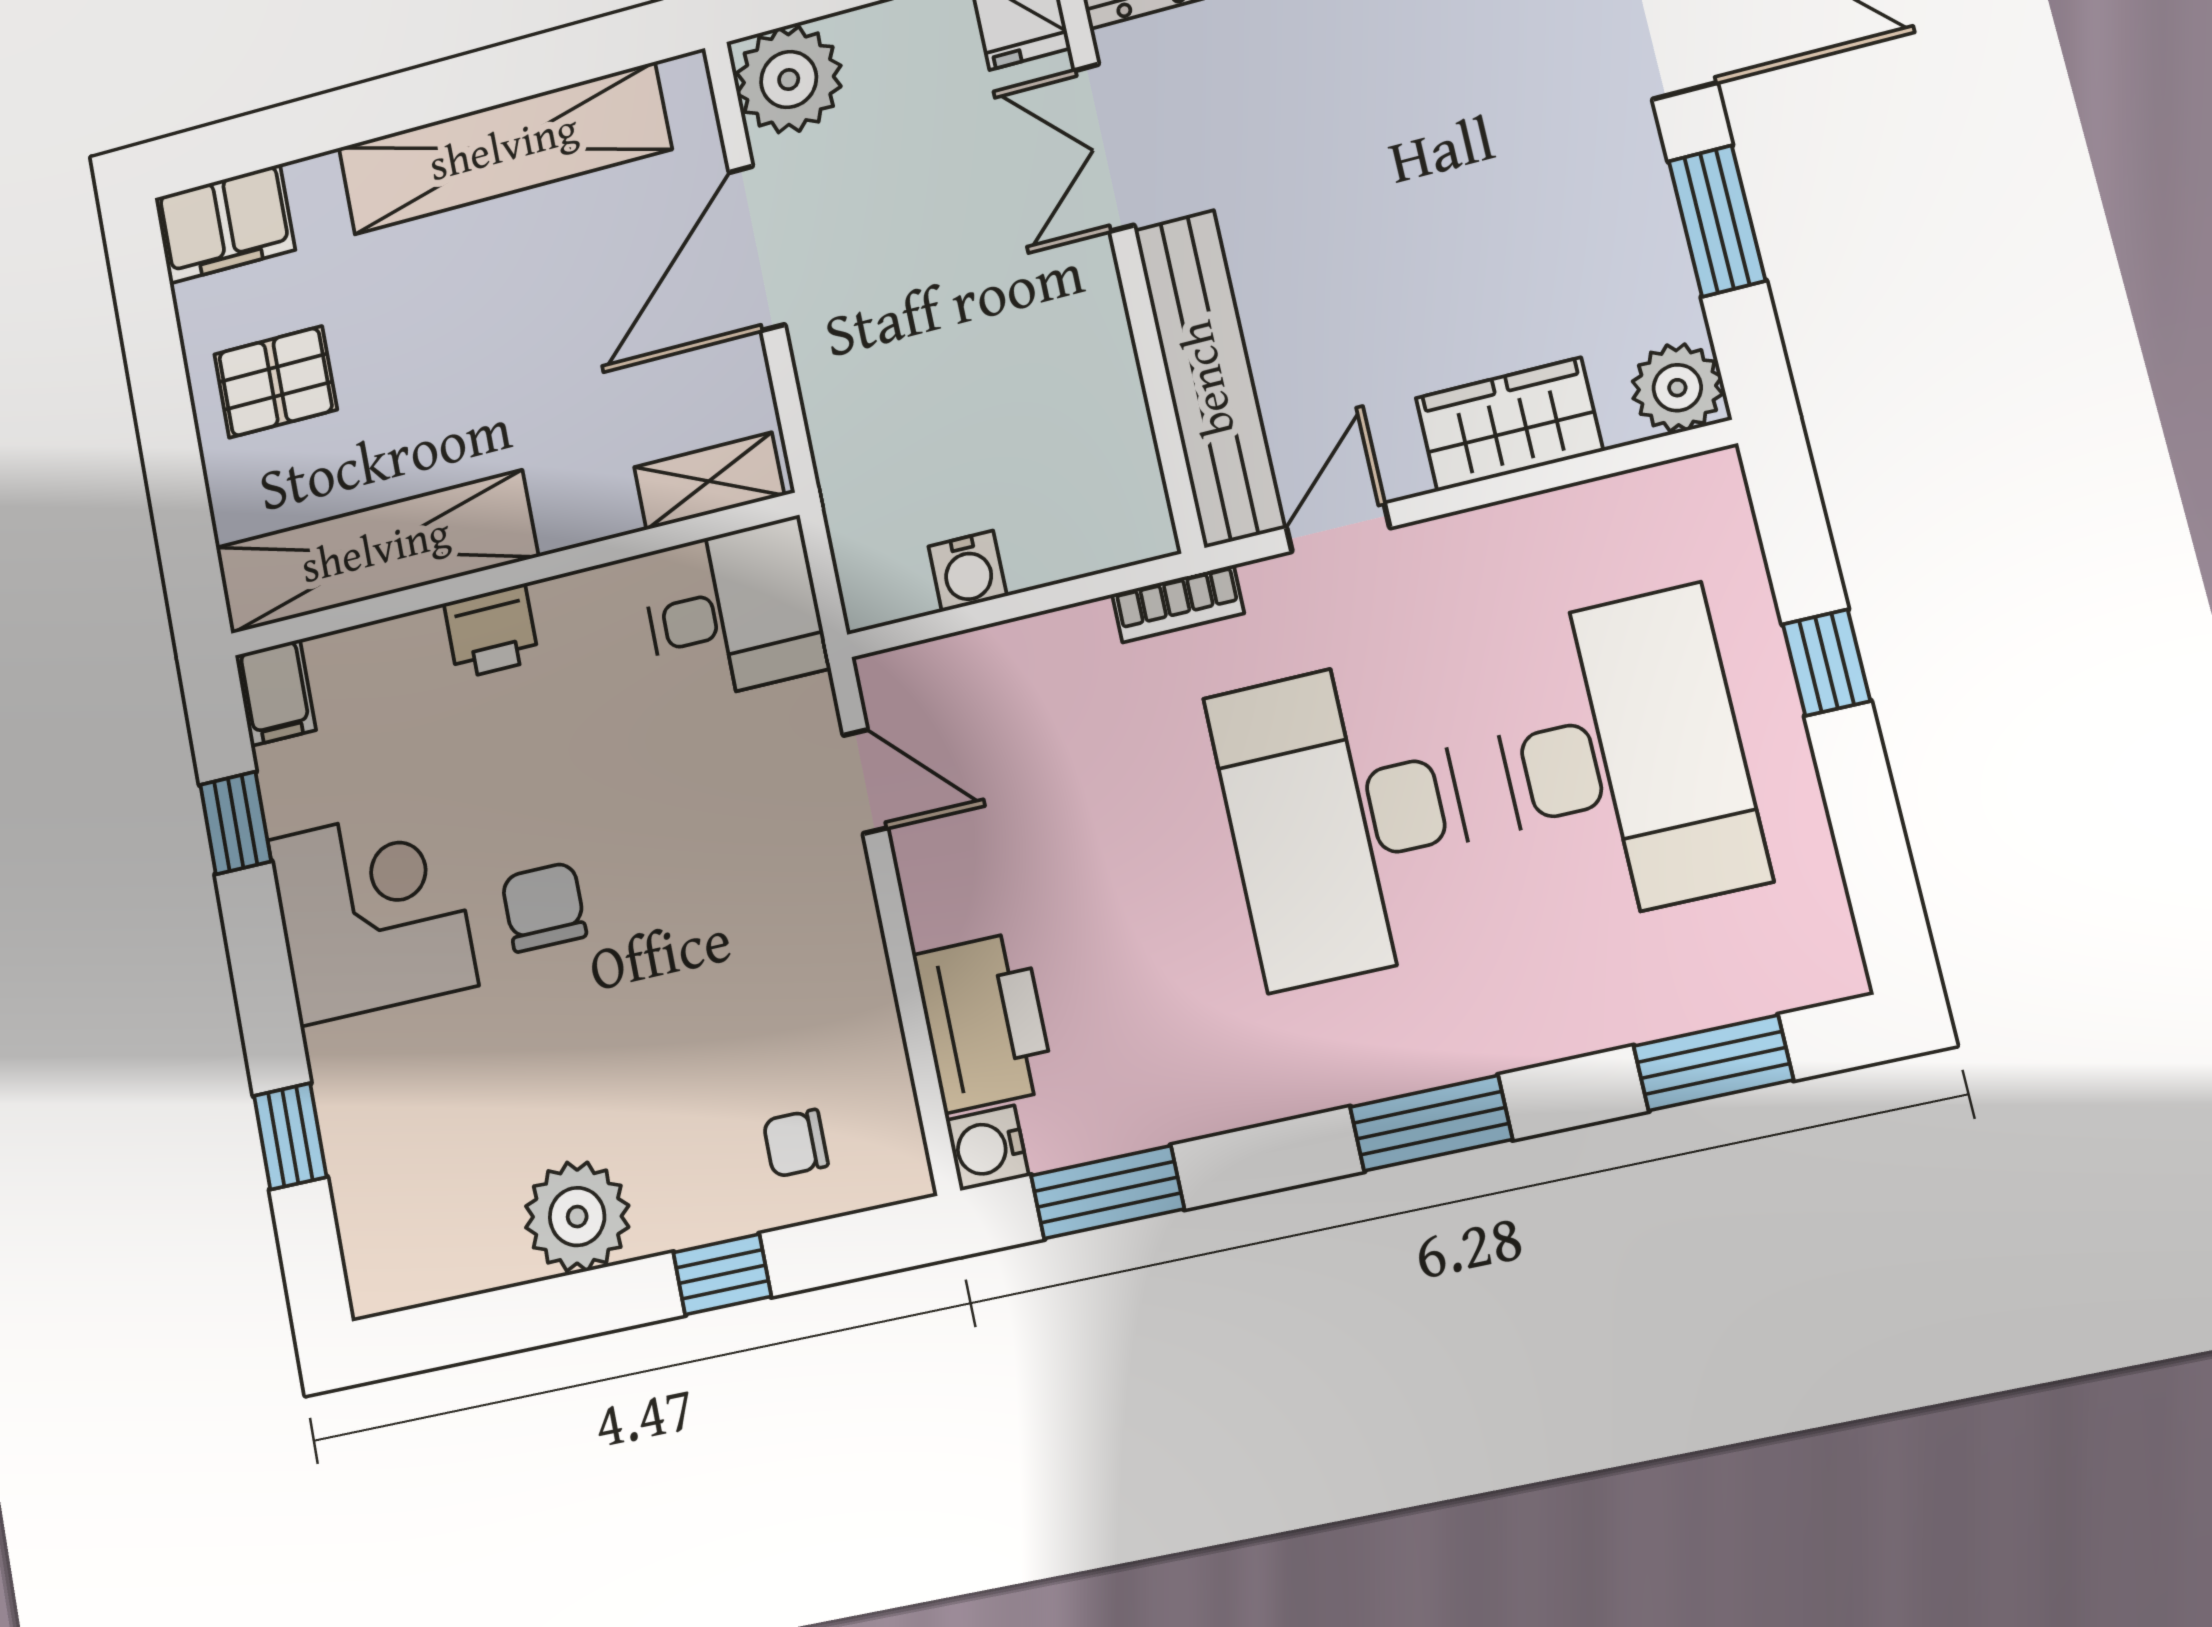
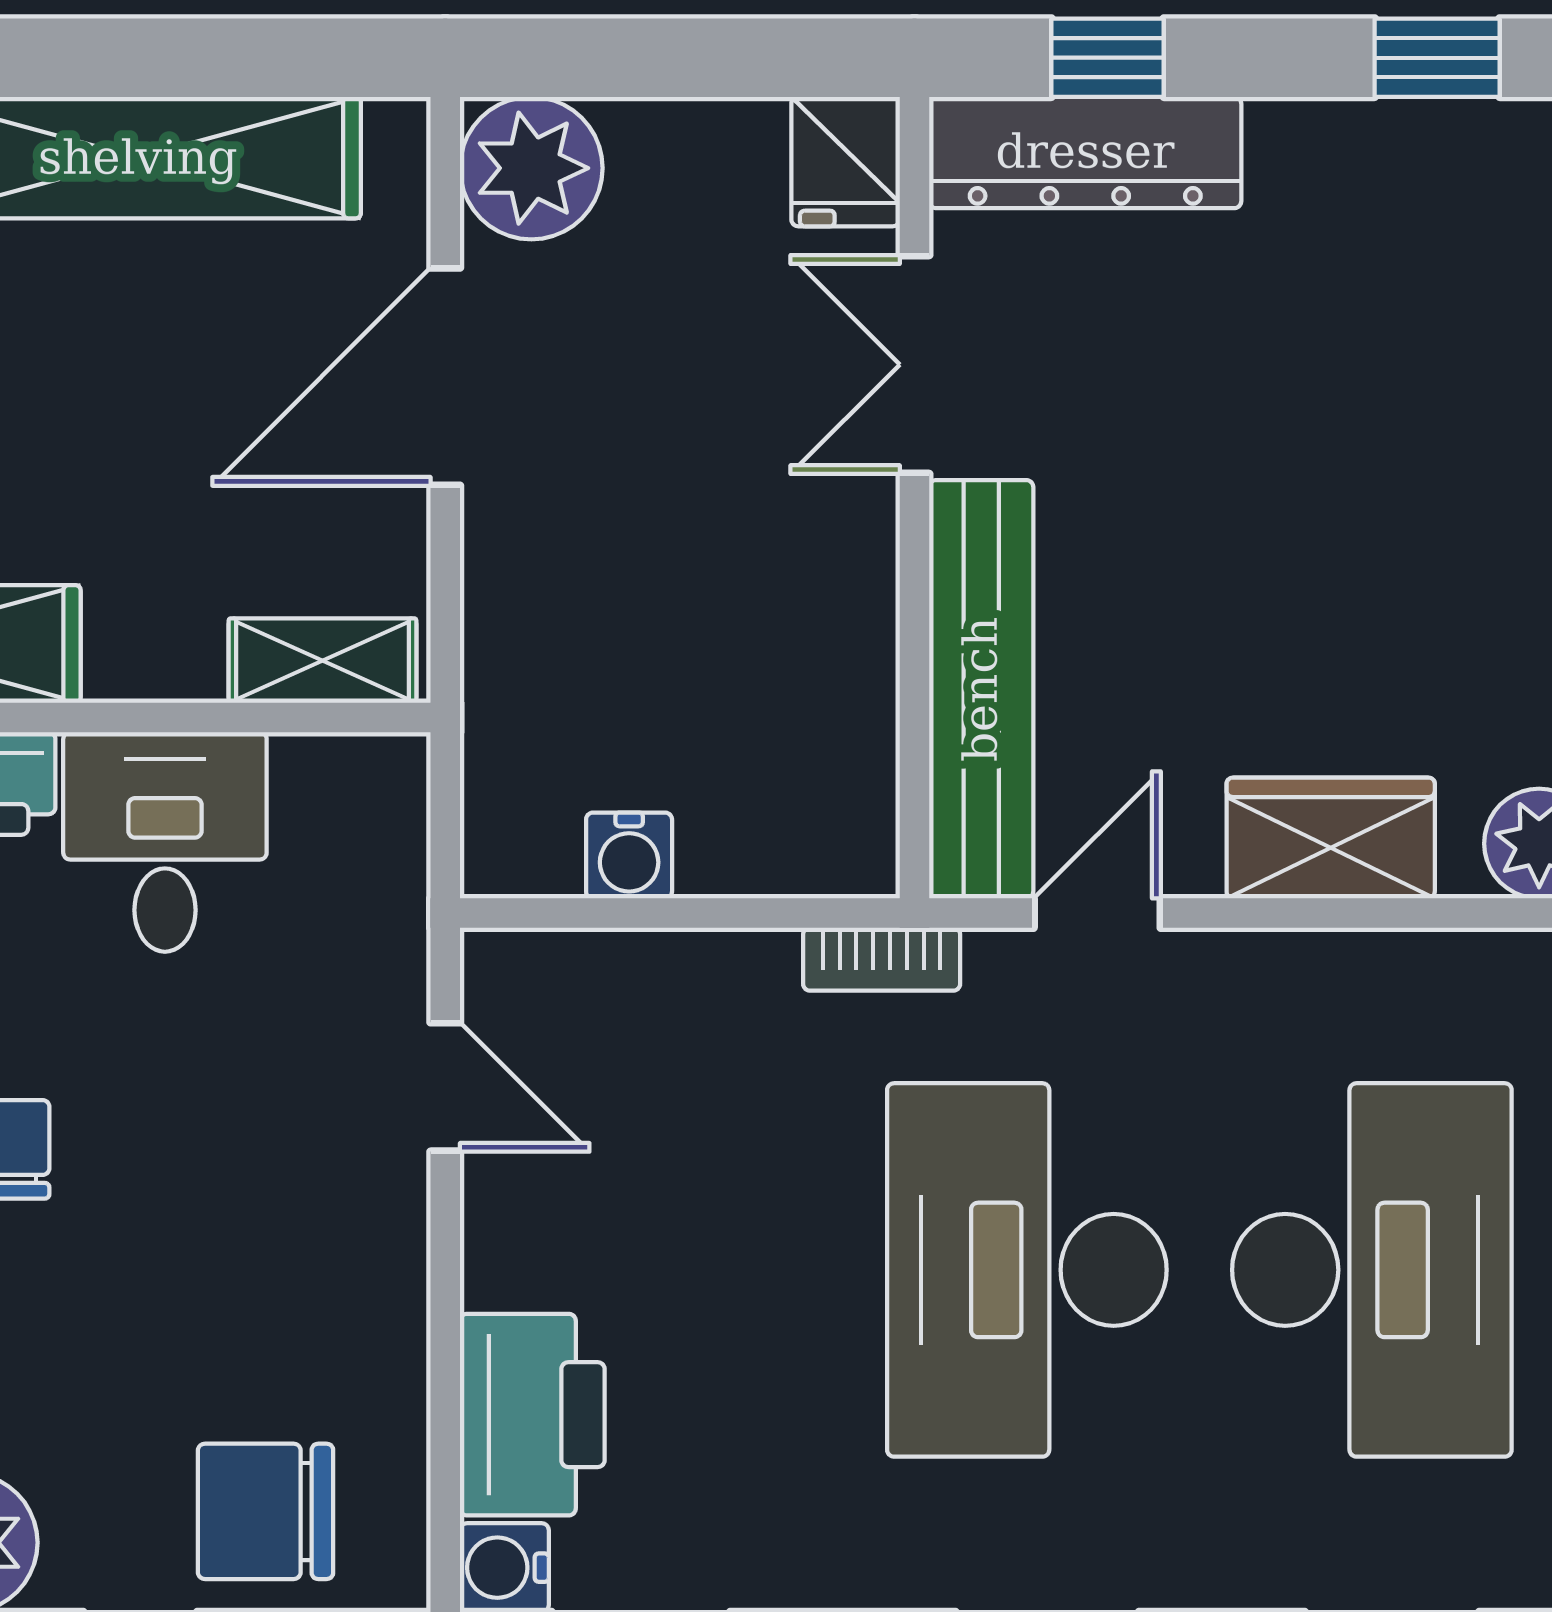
desk: (734, 611) -> (165, 842), moved, turned -90
chair: (796, 1143) -> (266, 1511), width x1.87, depth x1.87

